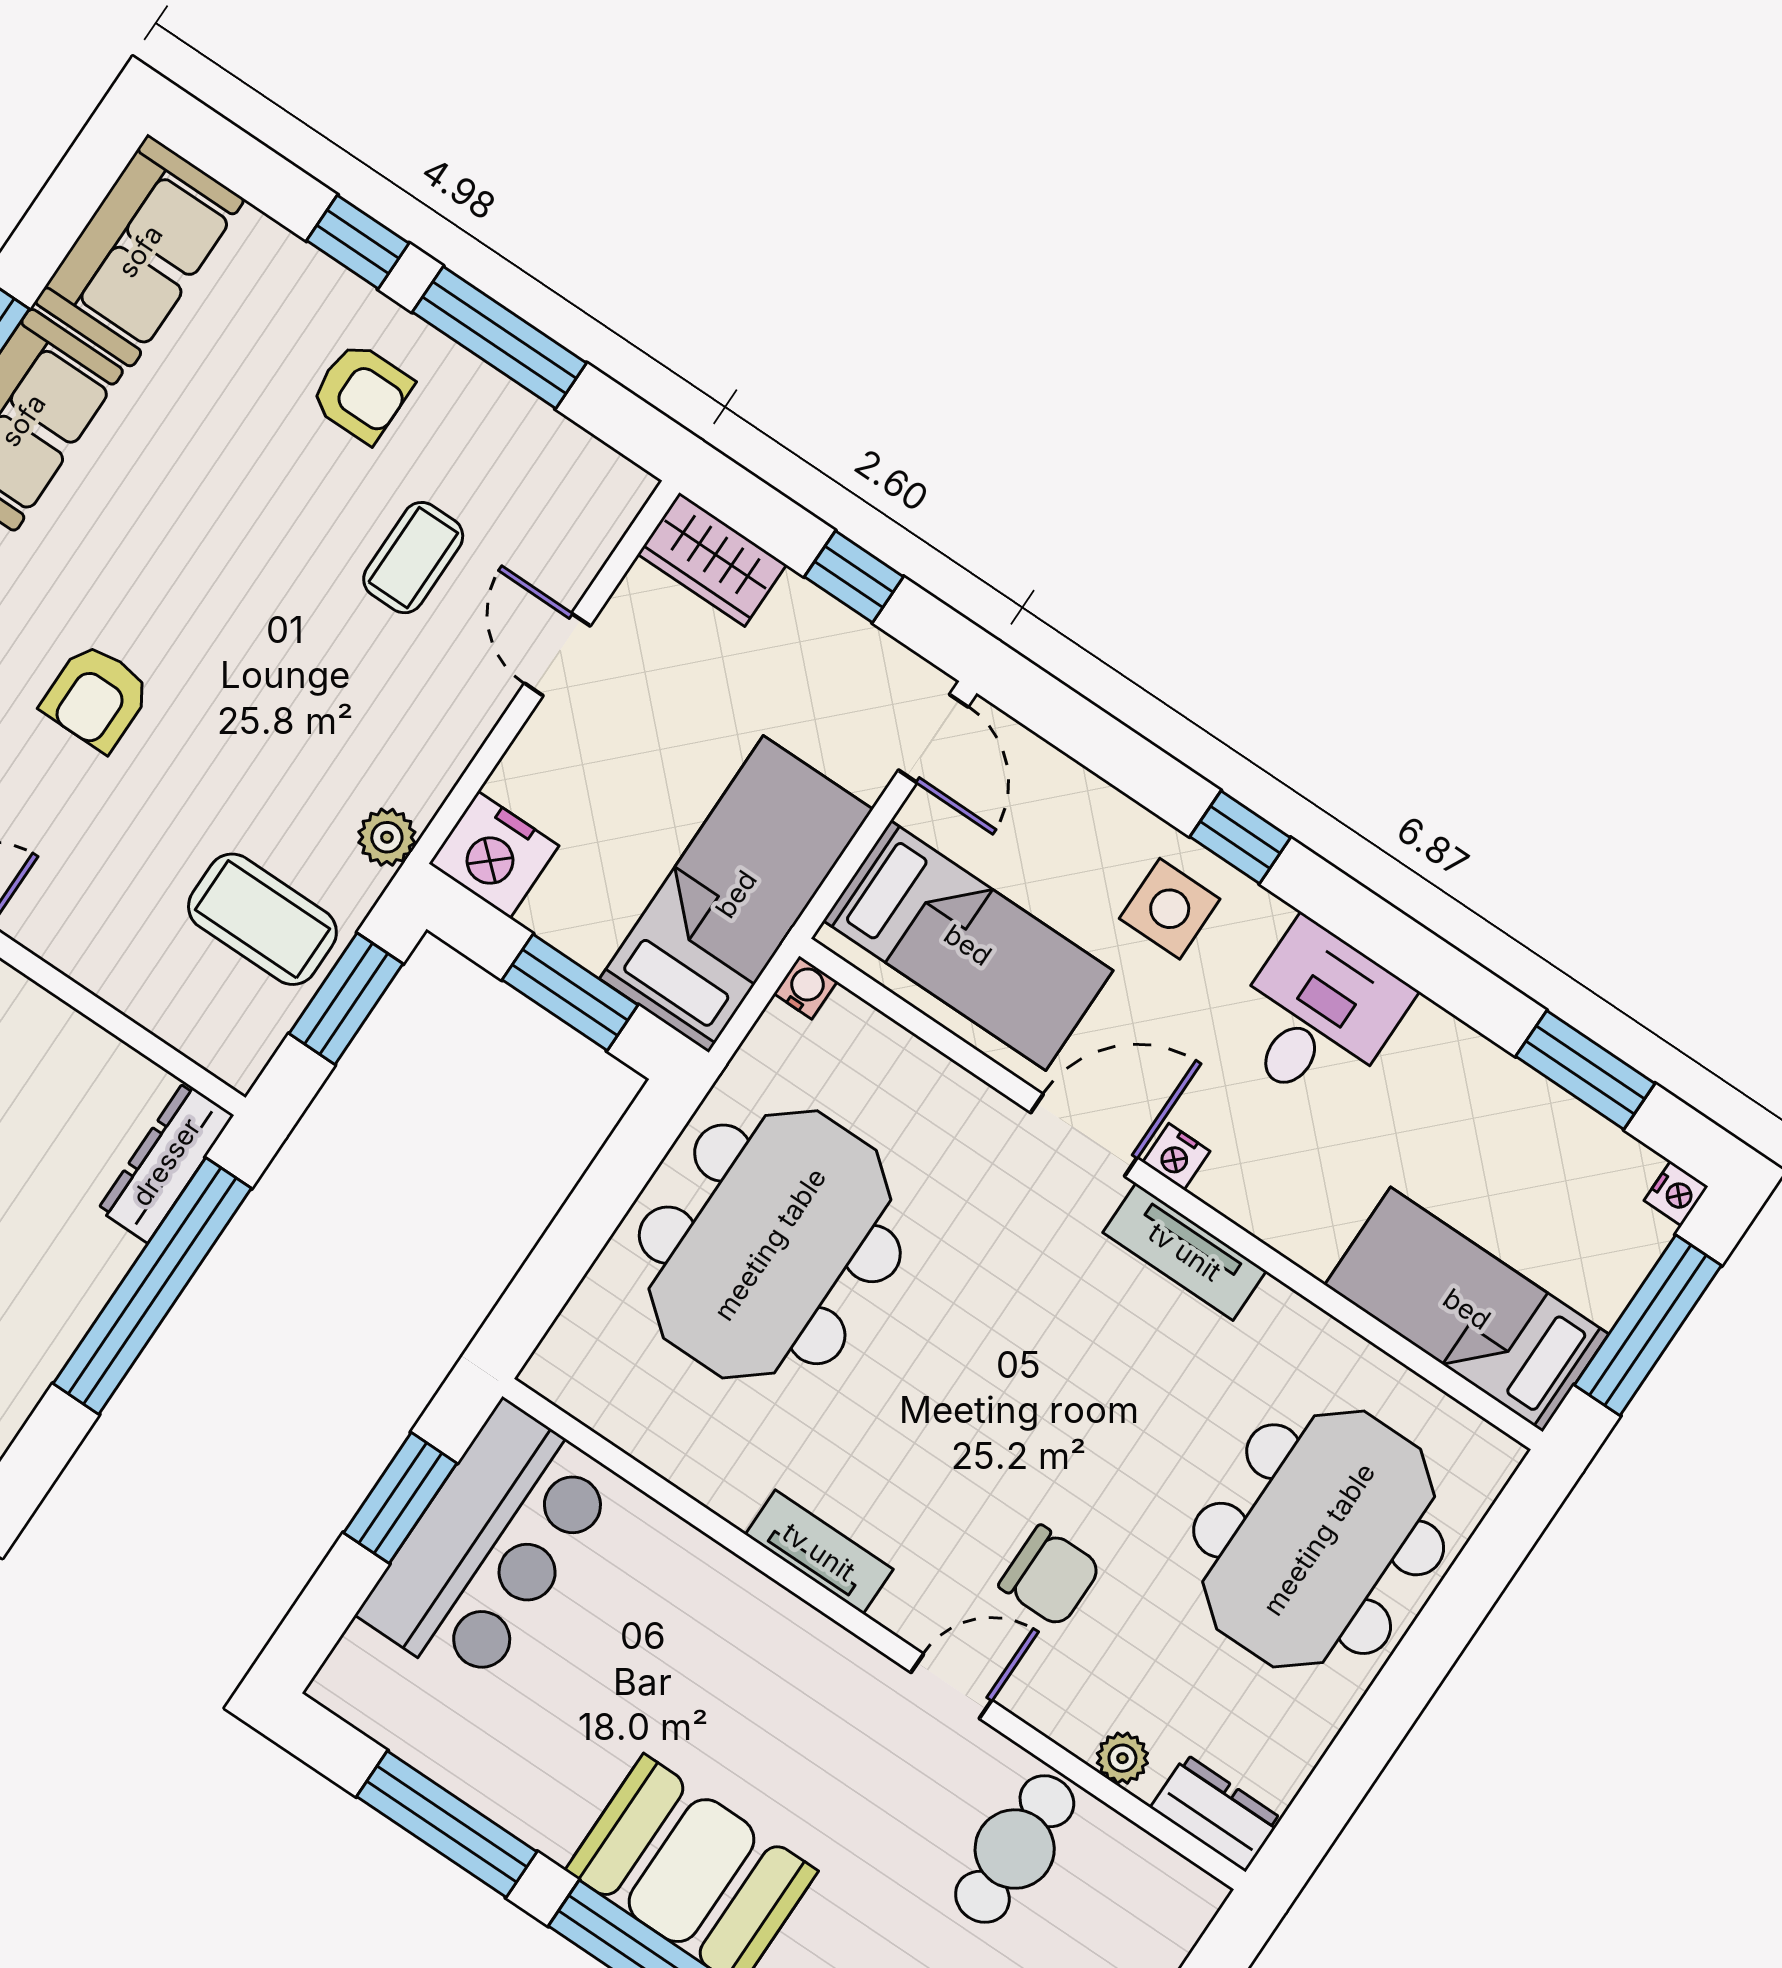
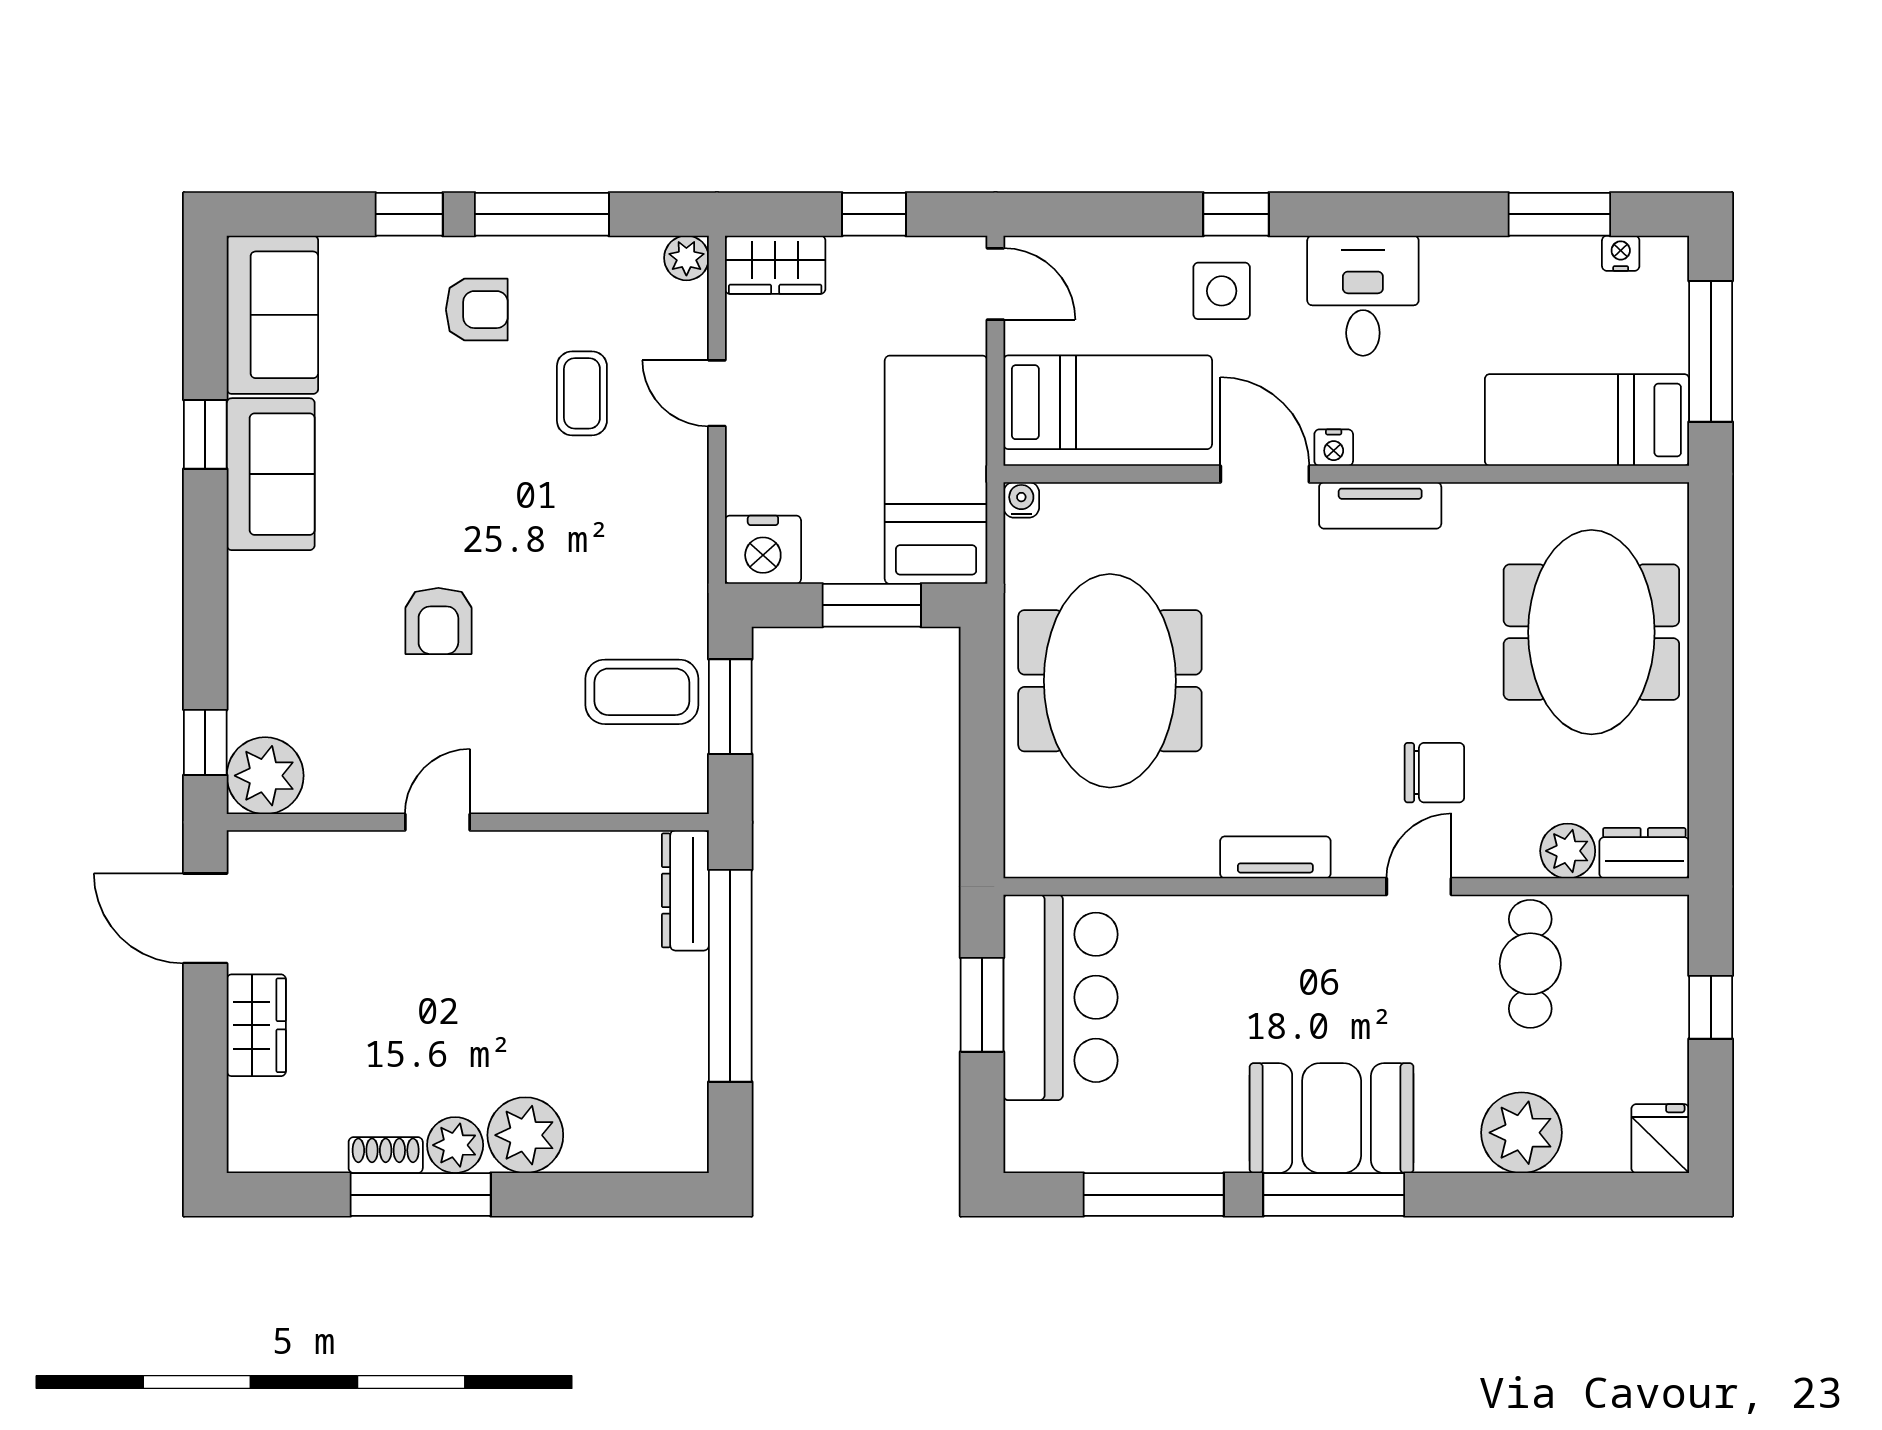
plant: (387, 837) -> (686, 258), moved
door: (1084, 1135) -> (1265, 474), hinge flipped
nightstand: (1676, 1193) -> (1621, 253), moved, turned -90
plant: (1122, 1758) -> (1568, 851), width x1.38, depth x1.38

